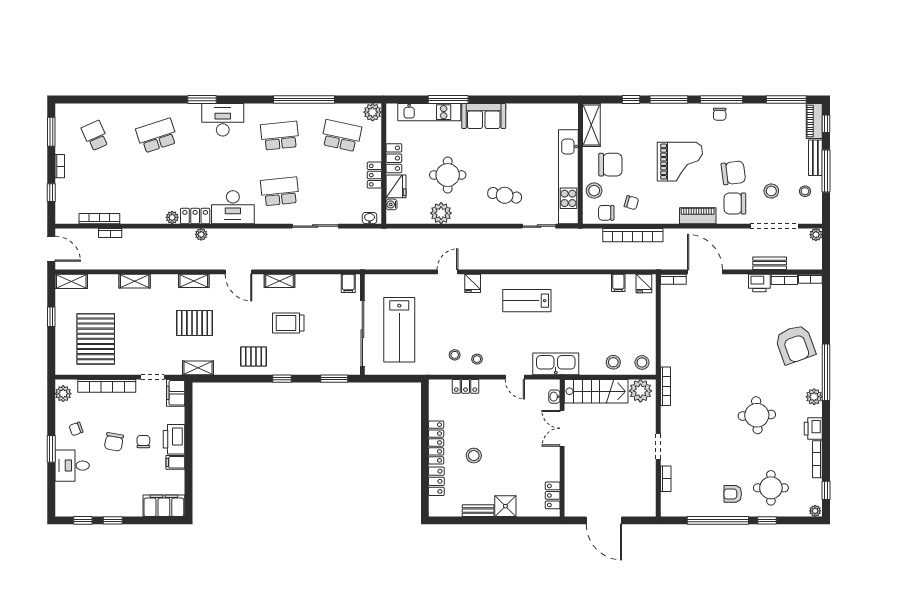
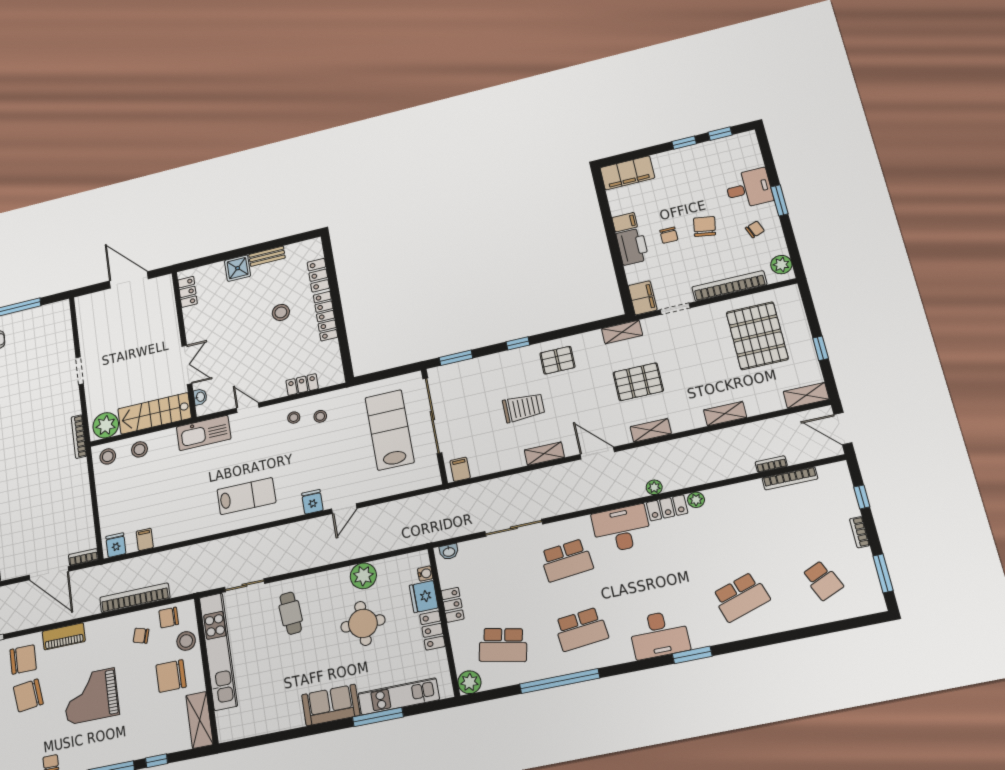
cafe table: (505, 195) -> (291, 613), turned 75
chair: (606, 213) -> (169, 618), turned 180
bookcase: (666, 479) -> (68, 339), removed

